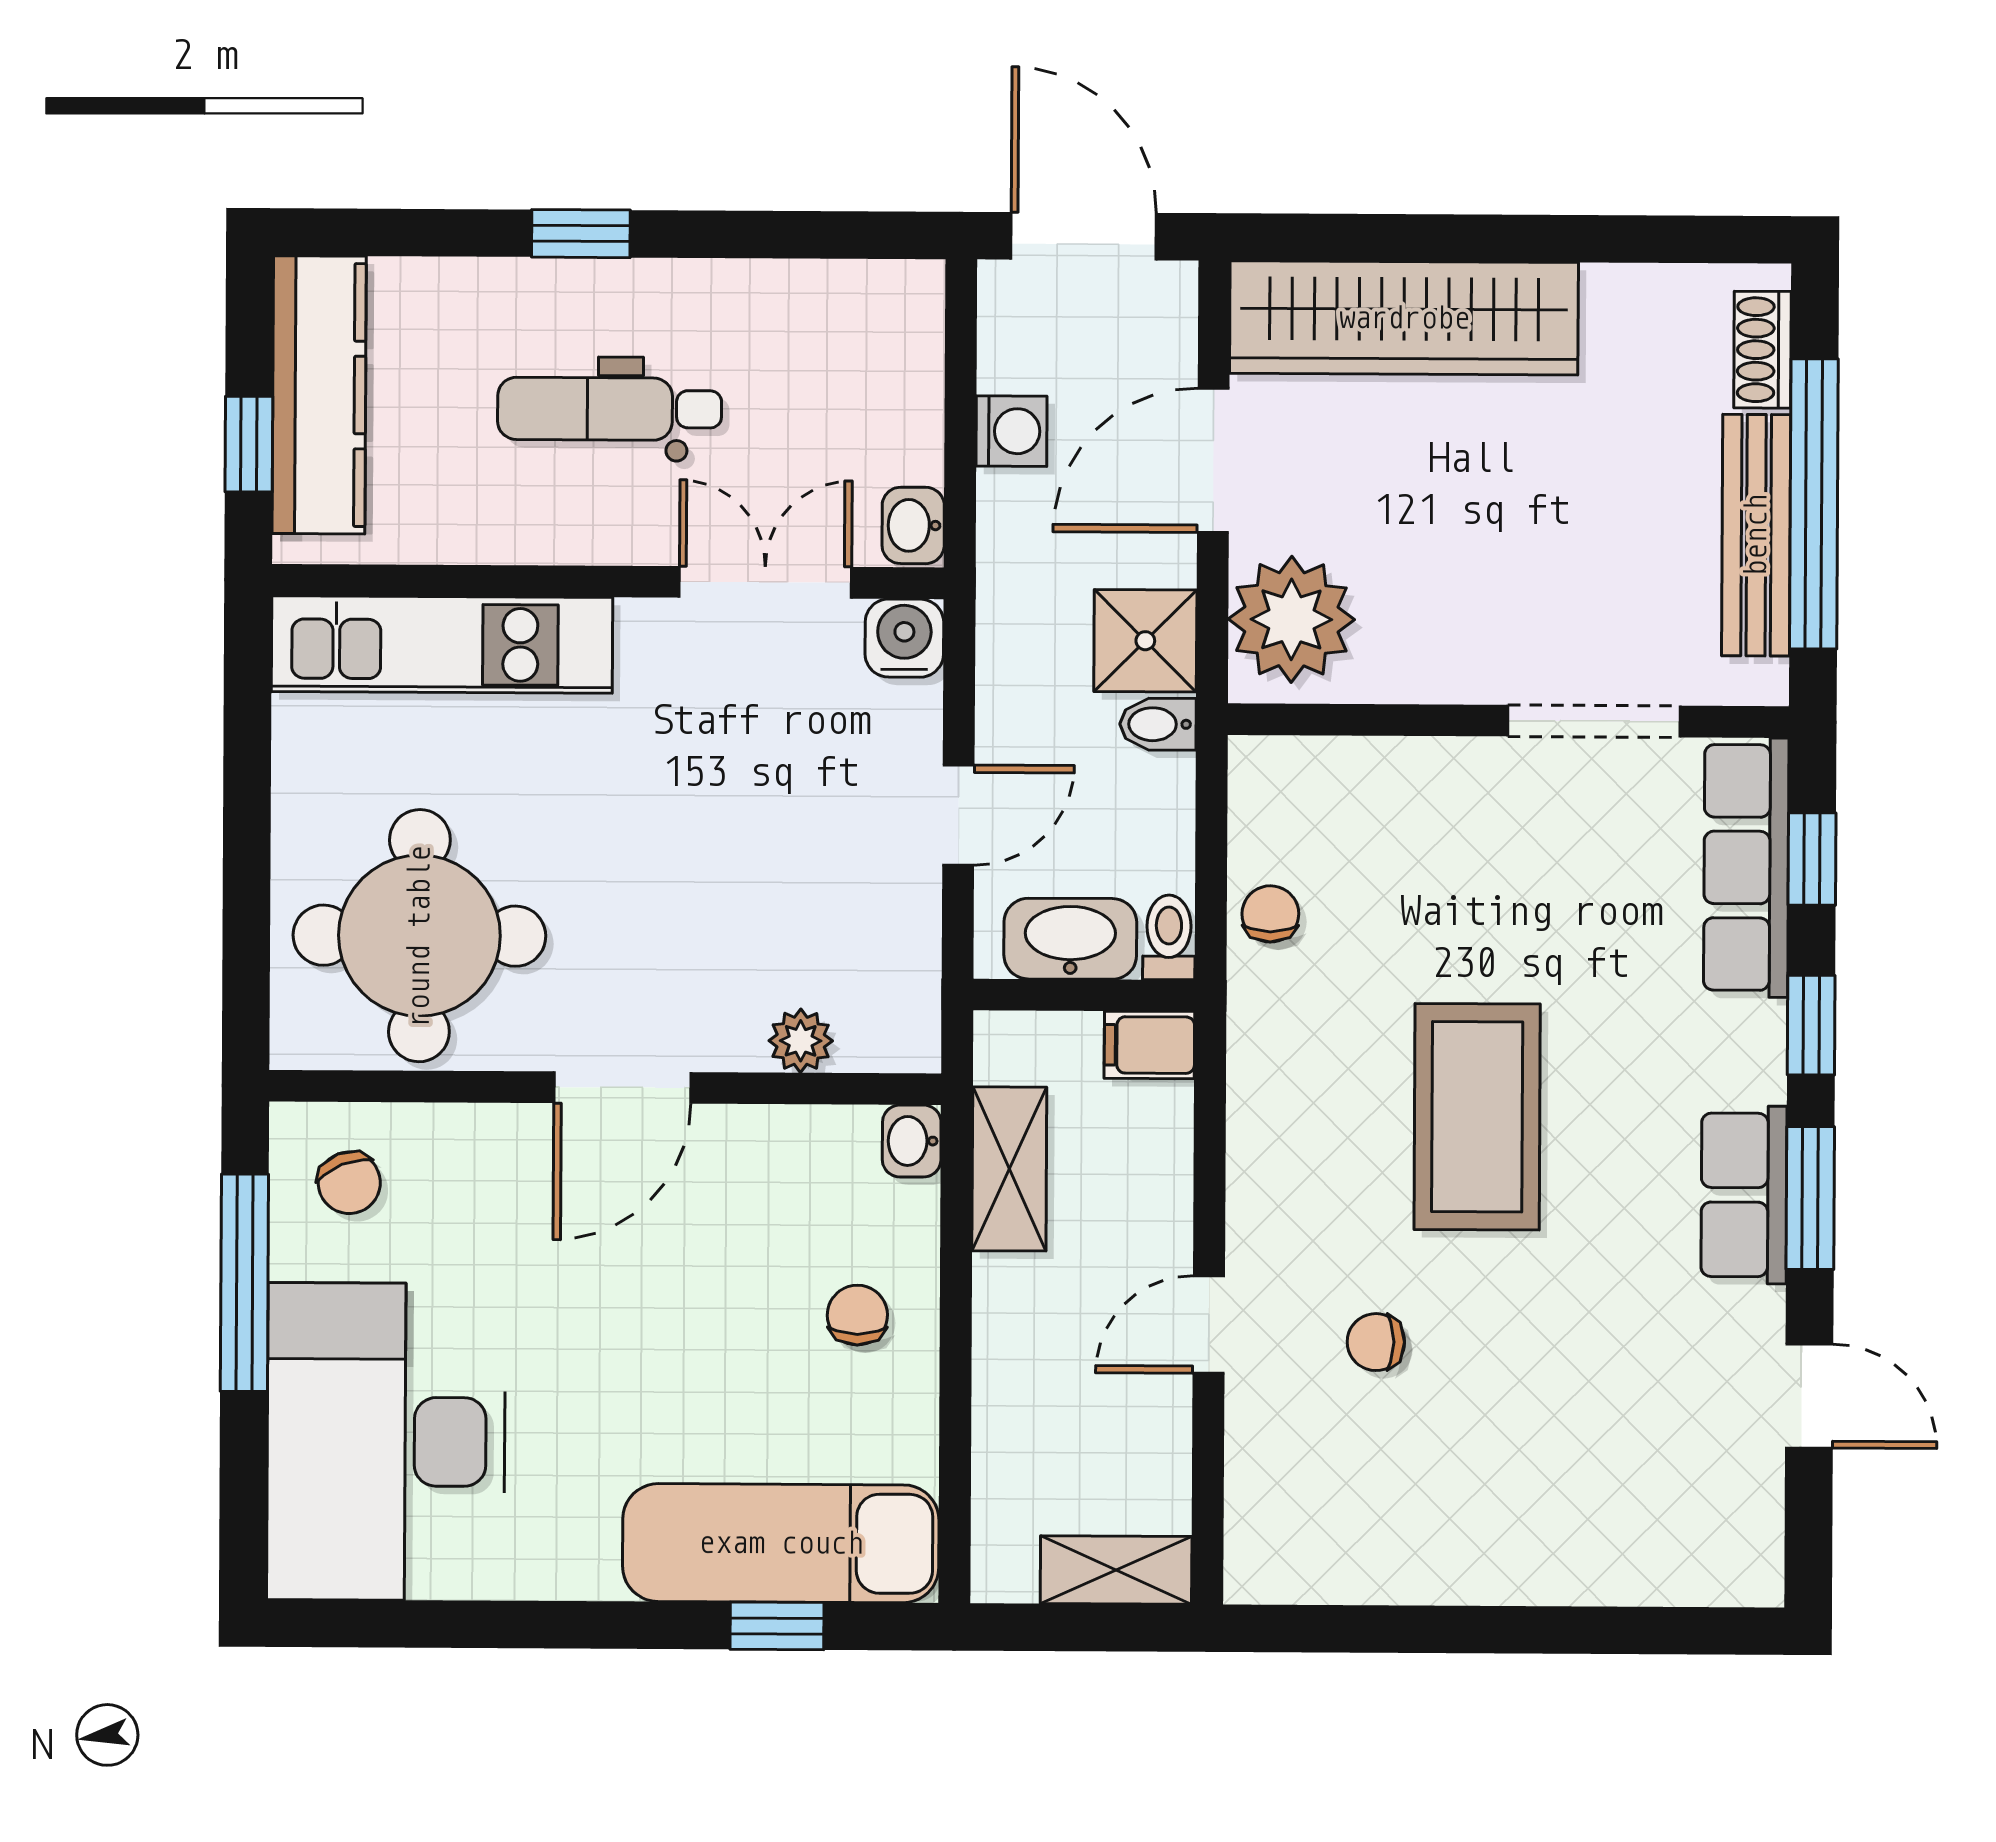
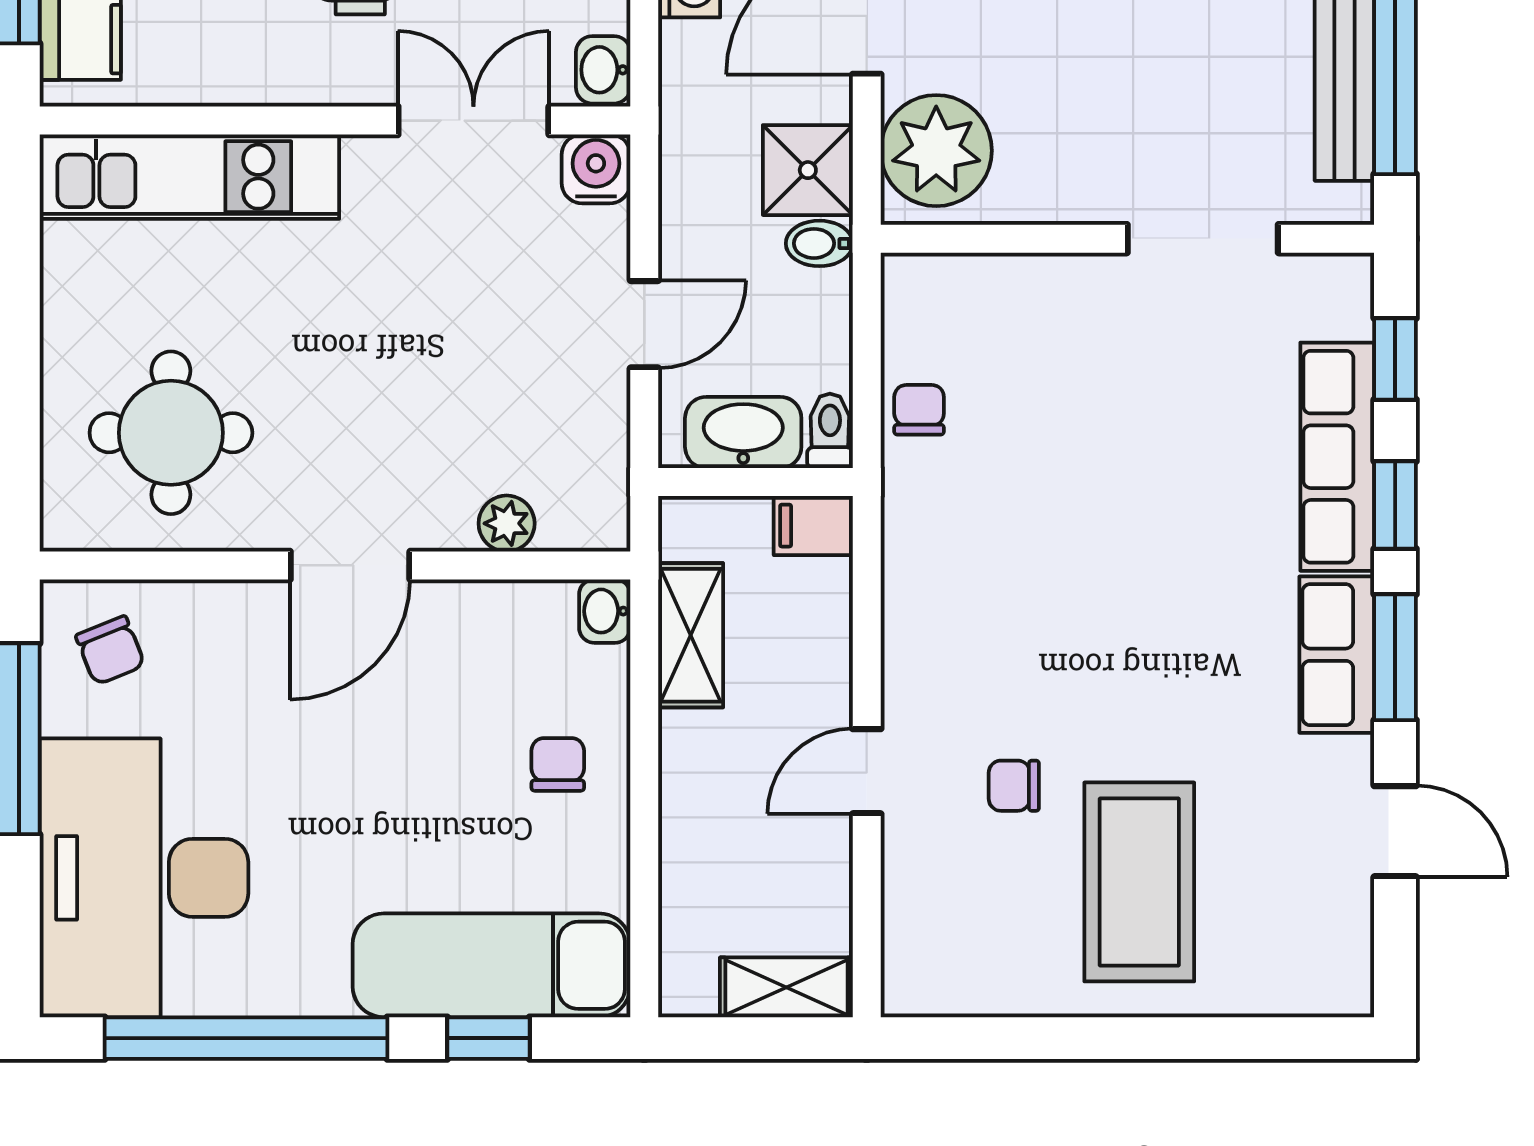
row of seats: (1746, 868) -> (1337, 457), moved
round table: (419, 936) -> (171, 433), width x0.73, depth x0.73
coffee table: (1477, 1117) -> (1139, 882), moved
window: (501, 1624) -> (246, 1038), added

